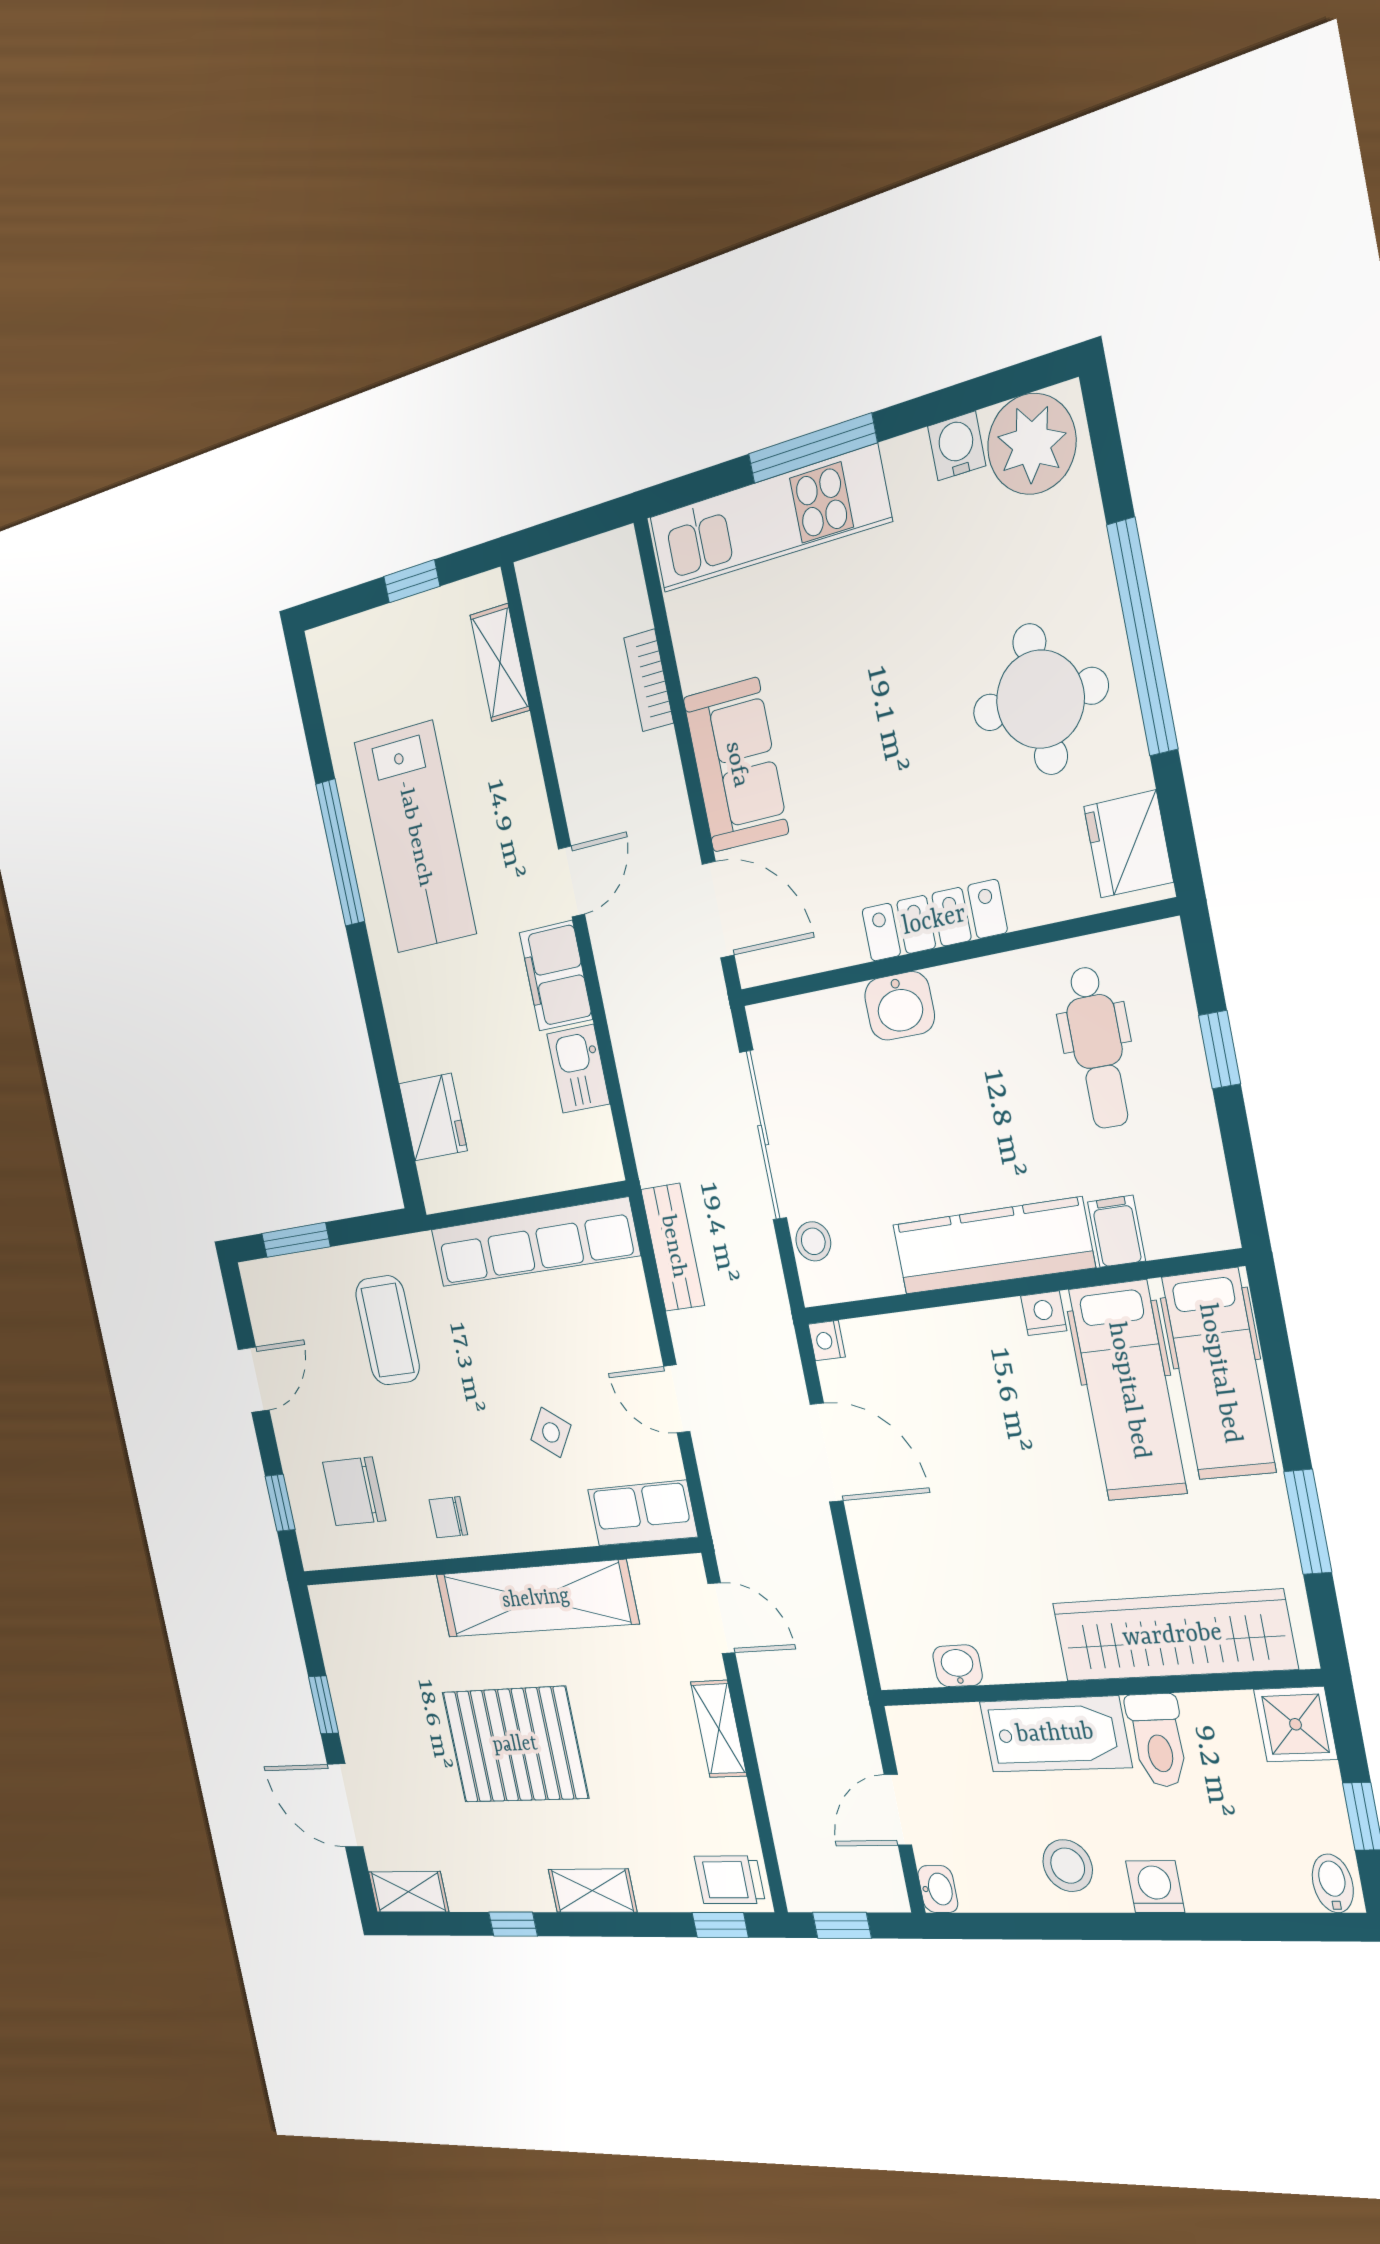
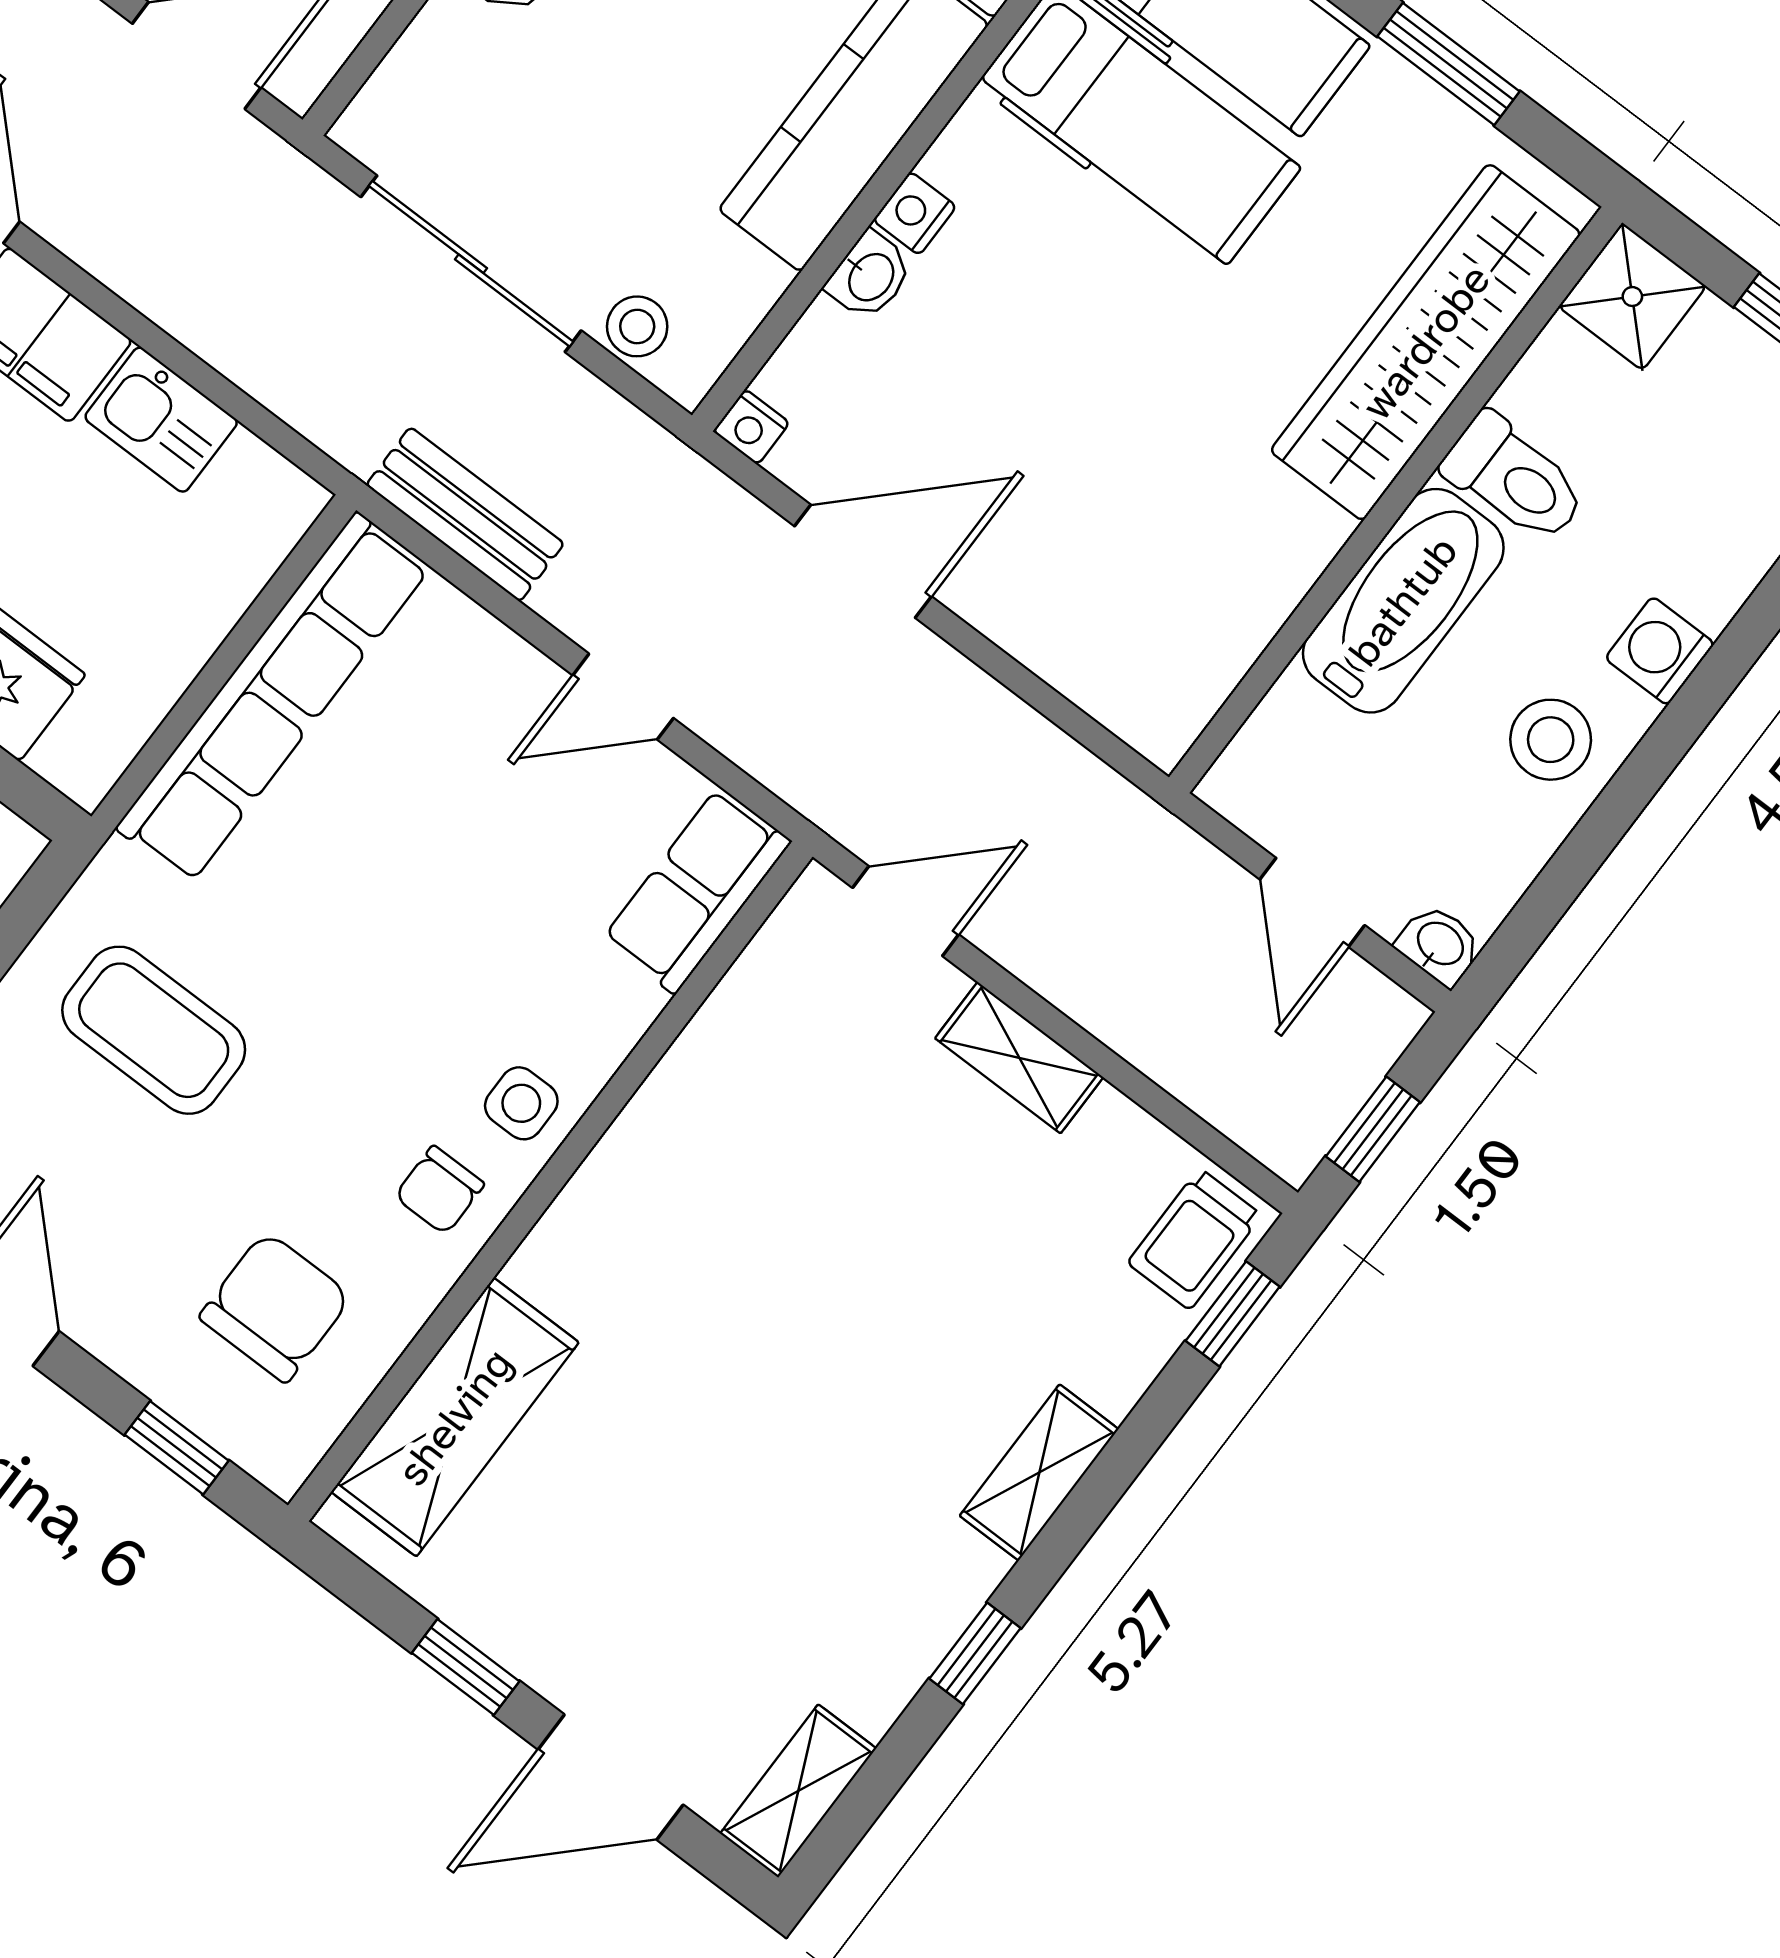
nightstand: (1044, 1313) -> (915, 213), moved
side table: (551, 1432) -> (521, 1103), moved, turned -34
chair: (354, 1491) -> (275, 1307), turned 180
shelving: (536, 1599) -> (455, 1417), moved, width x0.68
washbasin: (957, 1666) -> (870, 276), moved, turned 180
pallet: (515, 1745) -> (777, 1397), removed

